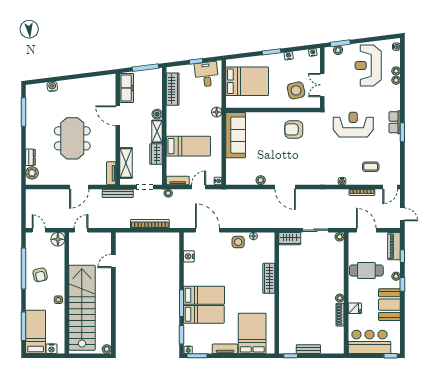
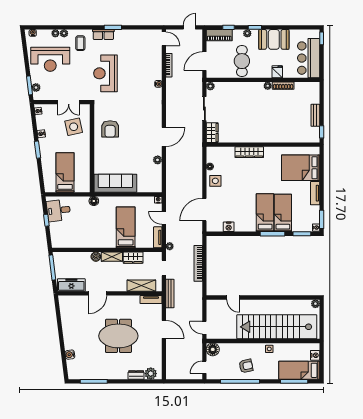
bed: (247, 81) -> (65, 172), width x0.67
wardrobe: (173, 89) -> (72, 242), removed
coffee table: (371, 167) -> (80, 43), moved

